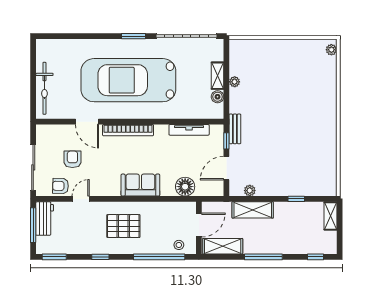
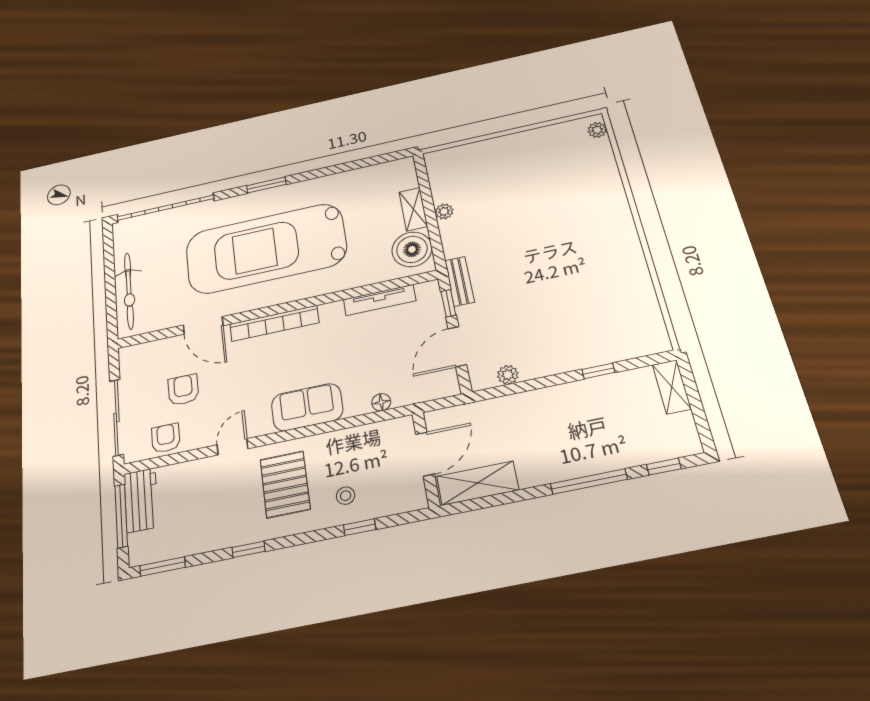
garage door: (187, 36) -> (165, 208), moved
boiler: (218, 97) -> (412, 249), width x1.86, depth x1.86
armchair: (61, 186) -> (166, 438), turned 88
floor lamp: (185, 187) -> (381, 402), width x0.53, depth x0.53
door: (81, 199) -> (232, 447), moved
shelving: (253, 210) -> (521, 407), removed
pallet: (123, 226) -> (285, 484), turned 90
stool: (179, 245) -> (346, 496), moved
window: (159, 257) -> (360, 527), width x0.32
window: (263, 257) -> (589, 482), moved

